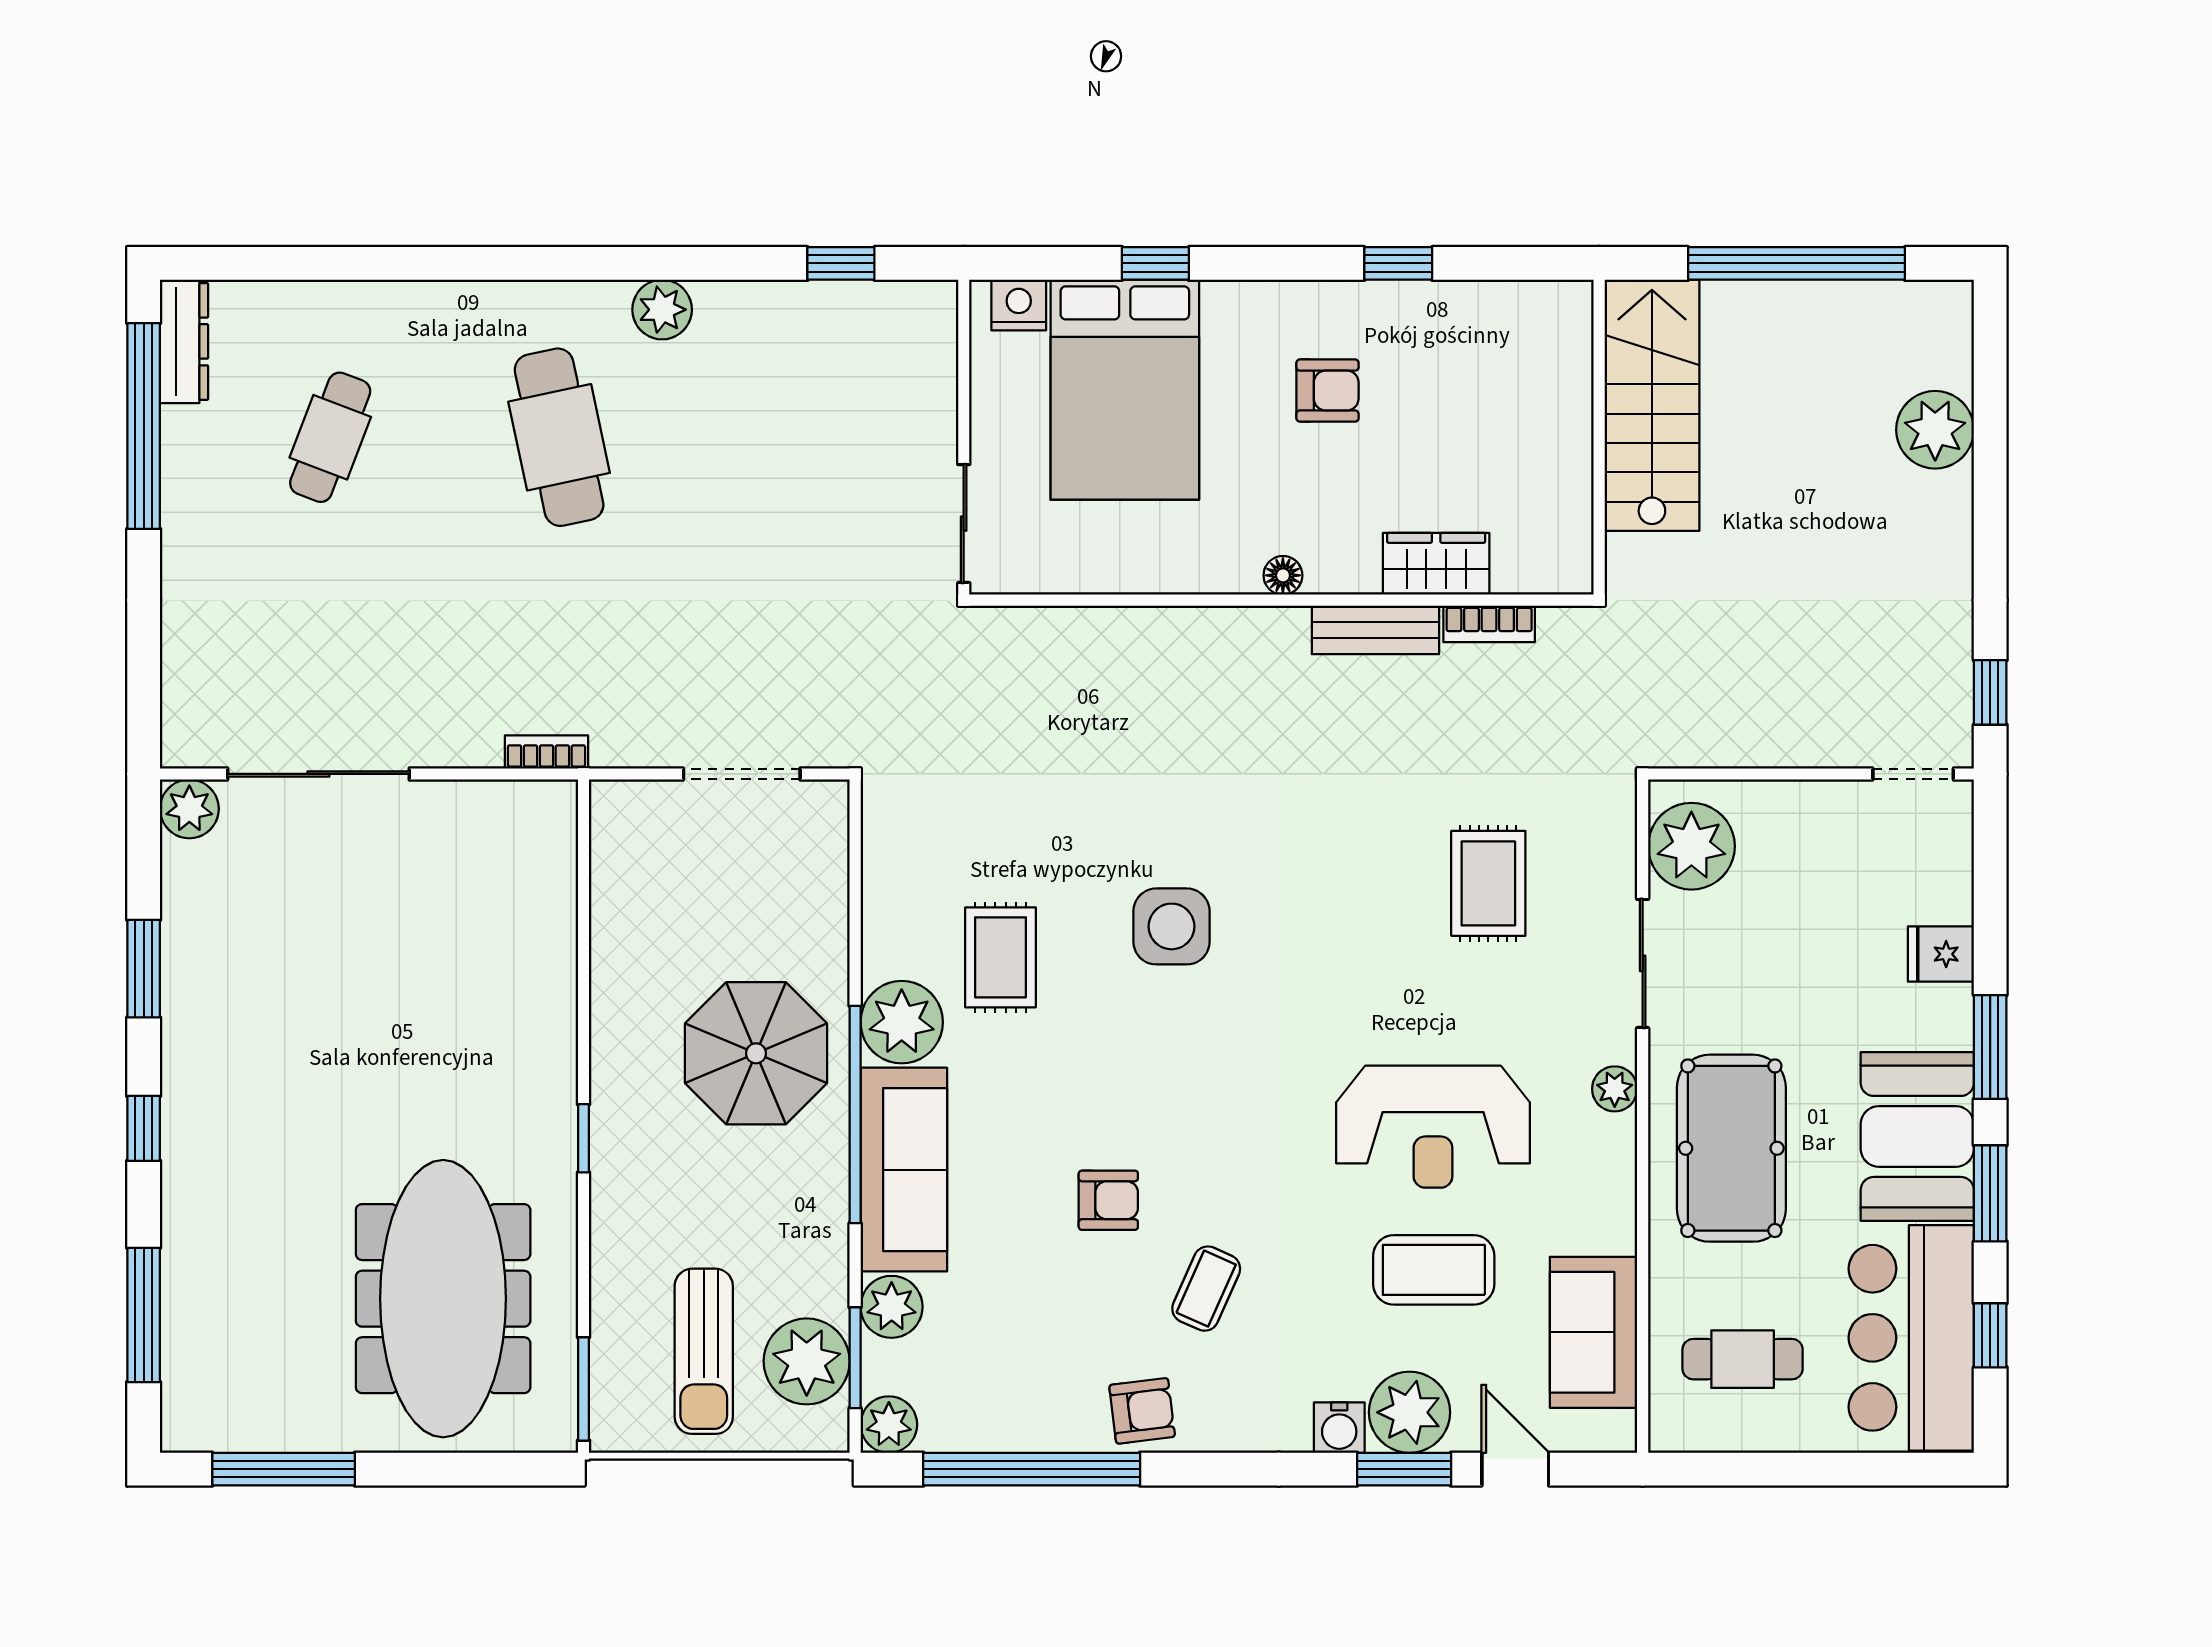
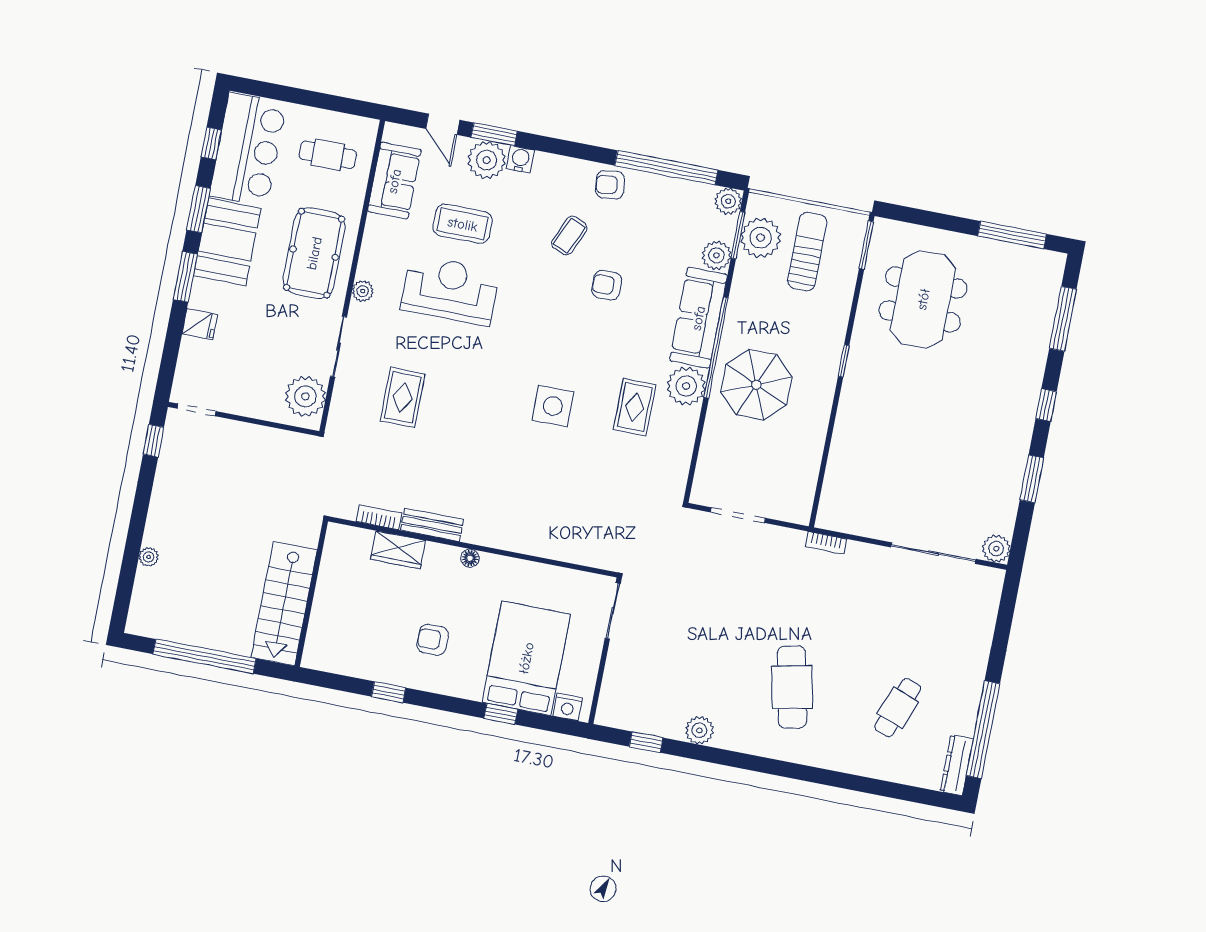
plant: (662, 310) -> (699, 730), moved
plant: (1935, 430) -> (149, 557), width x0.53, depth x0.53
meeting table: (443, 1299) -> (923, 299), width x0.73

